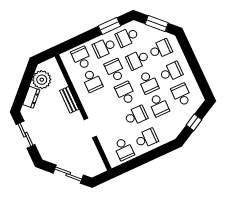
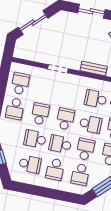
school desk: (125, 93) -> (65, 119), turned -90
school desk: (136, 116) -> (40, 114), turned 180
school desk: (124, 149) -> (20, 84), turned 90

